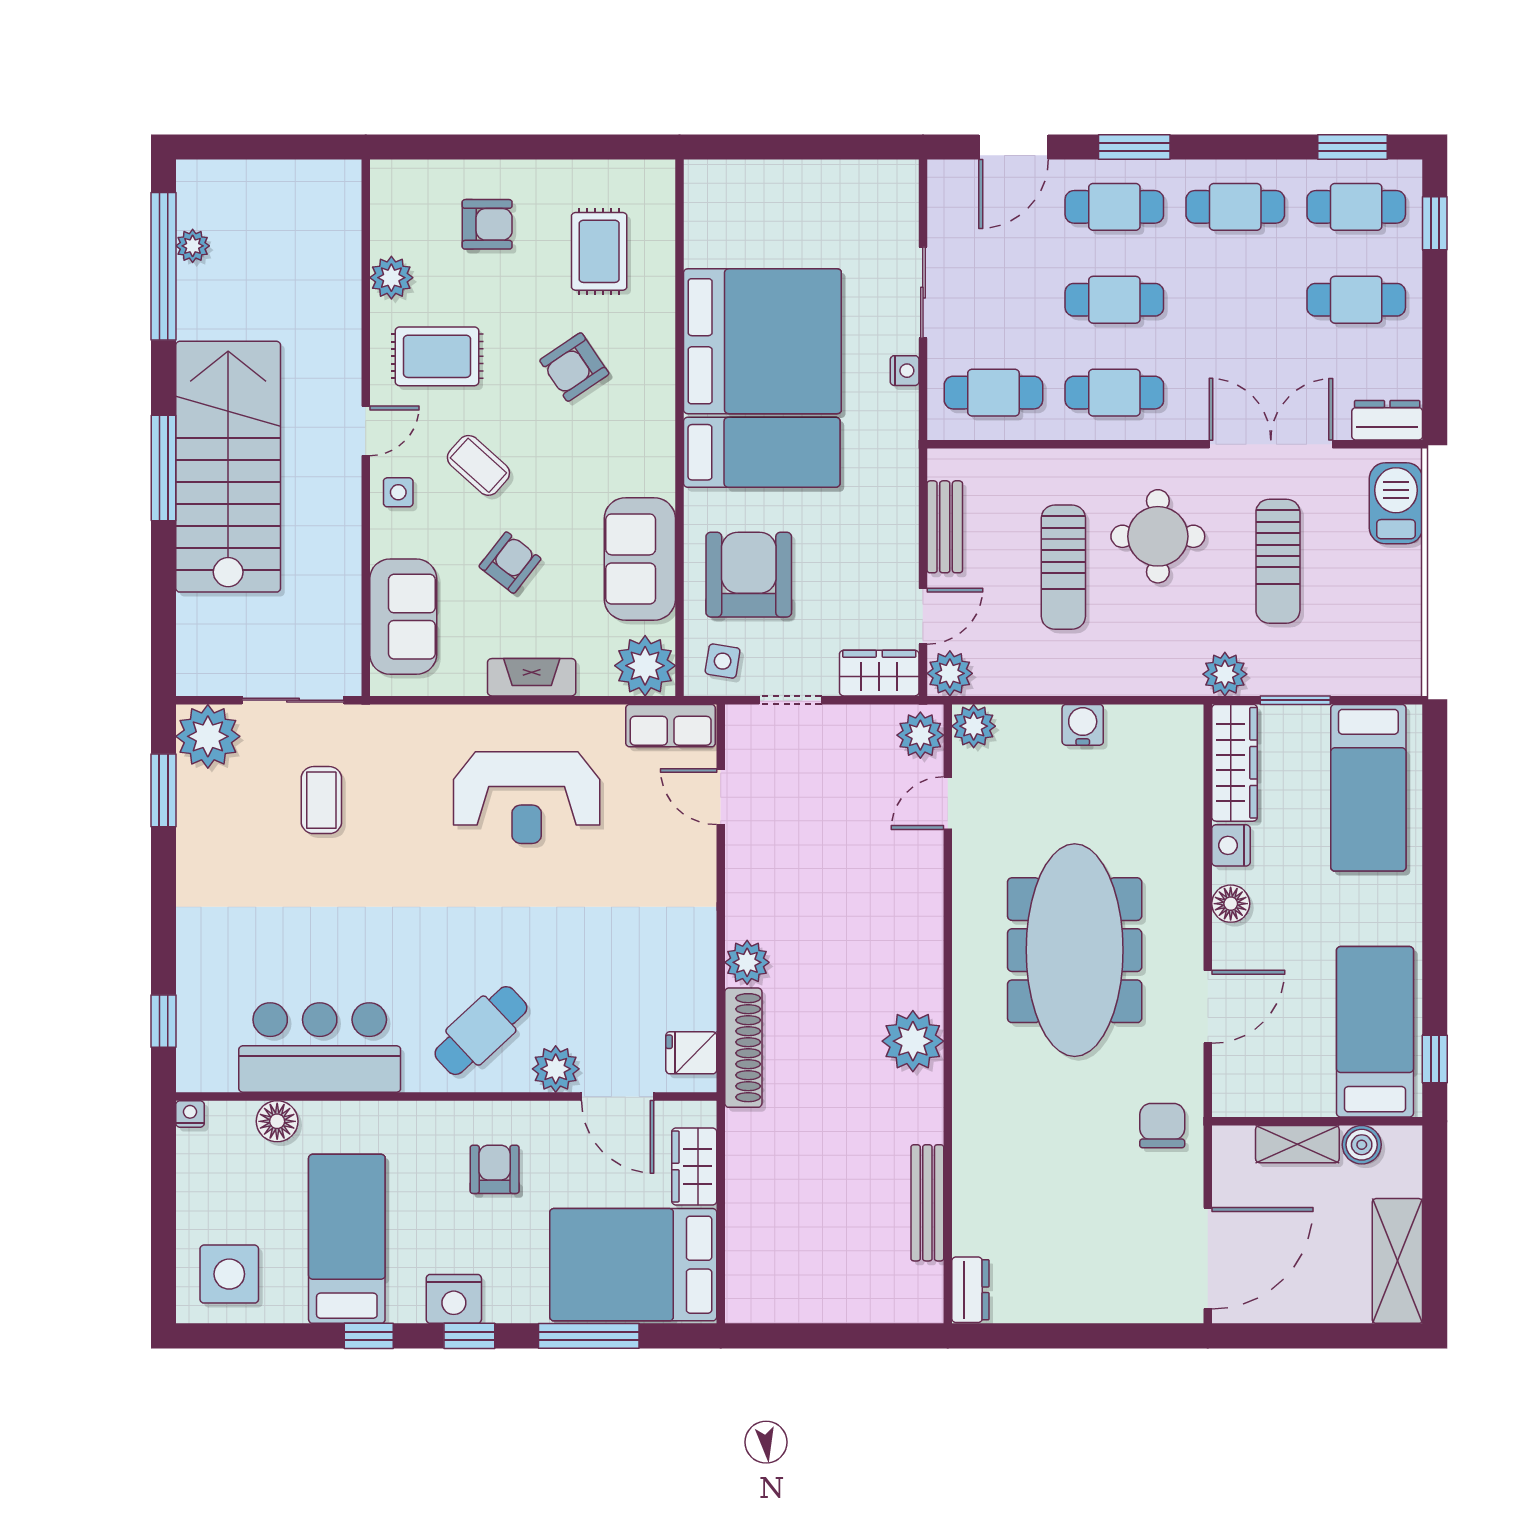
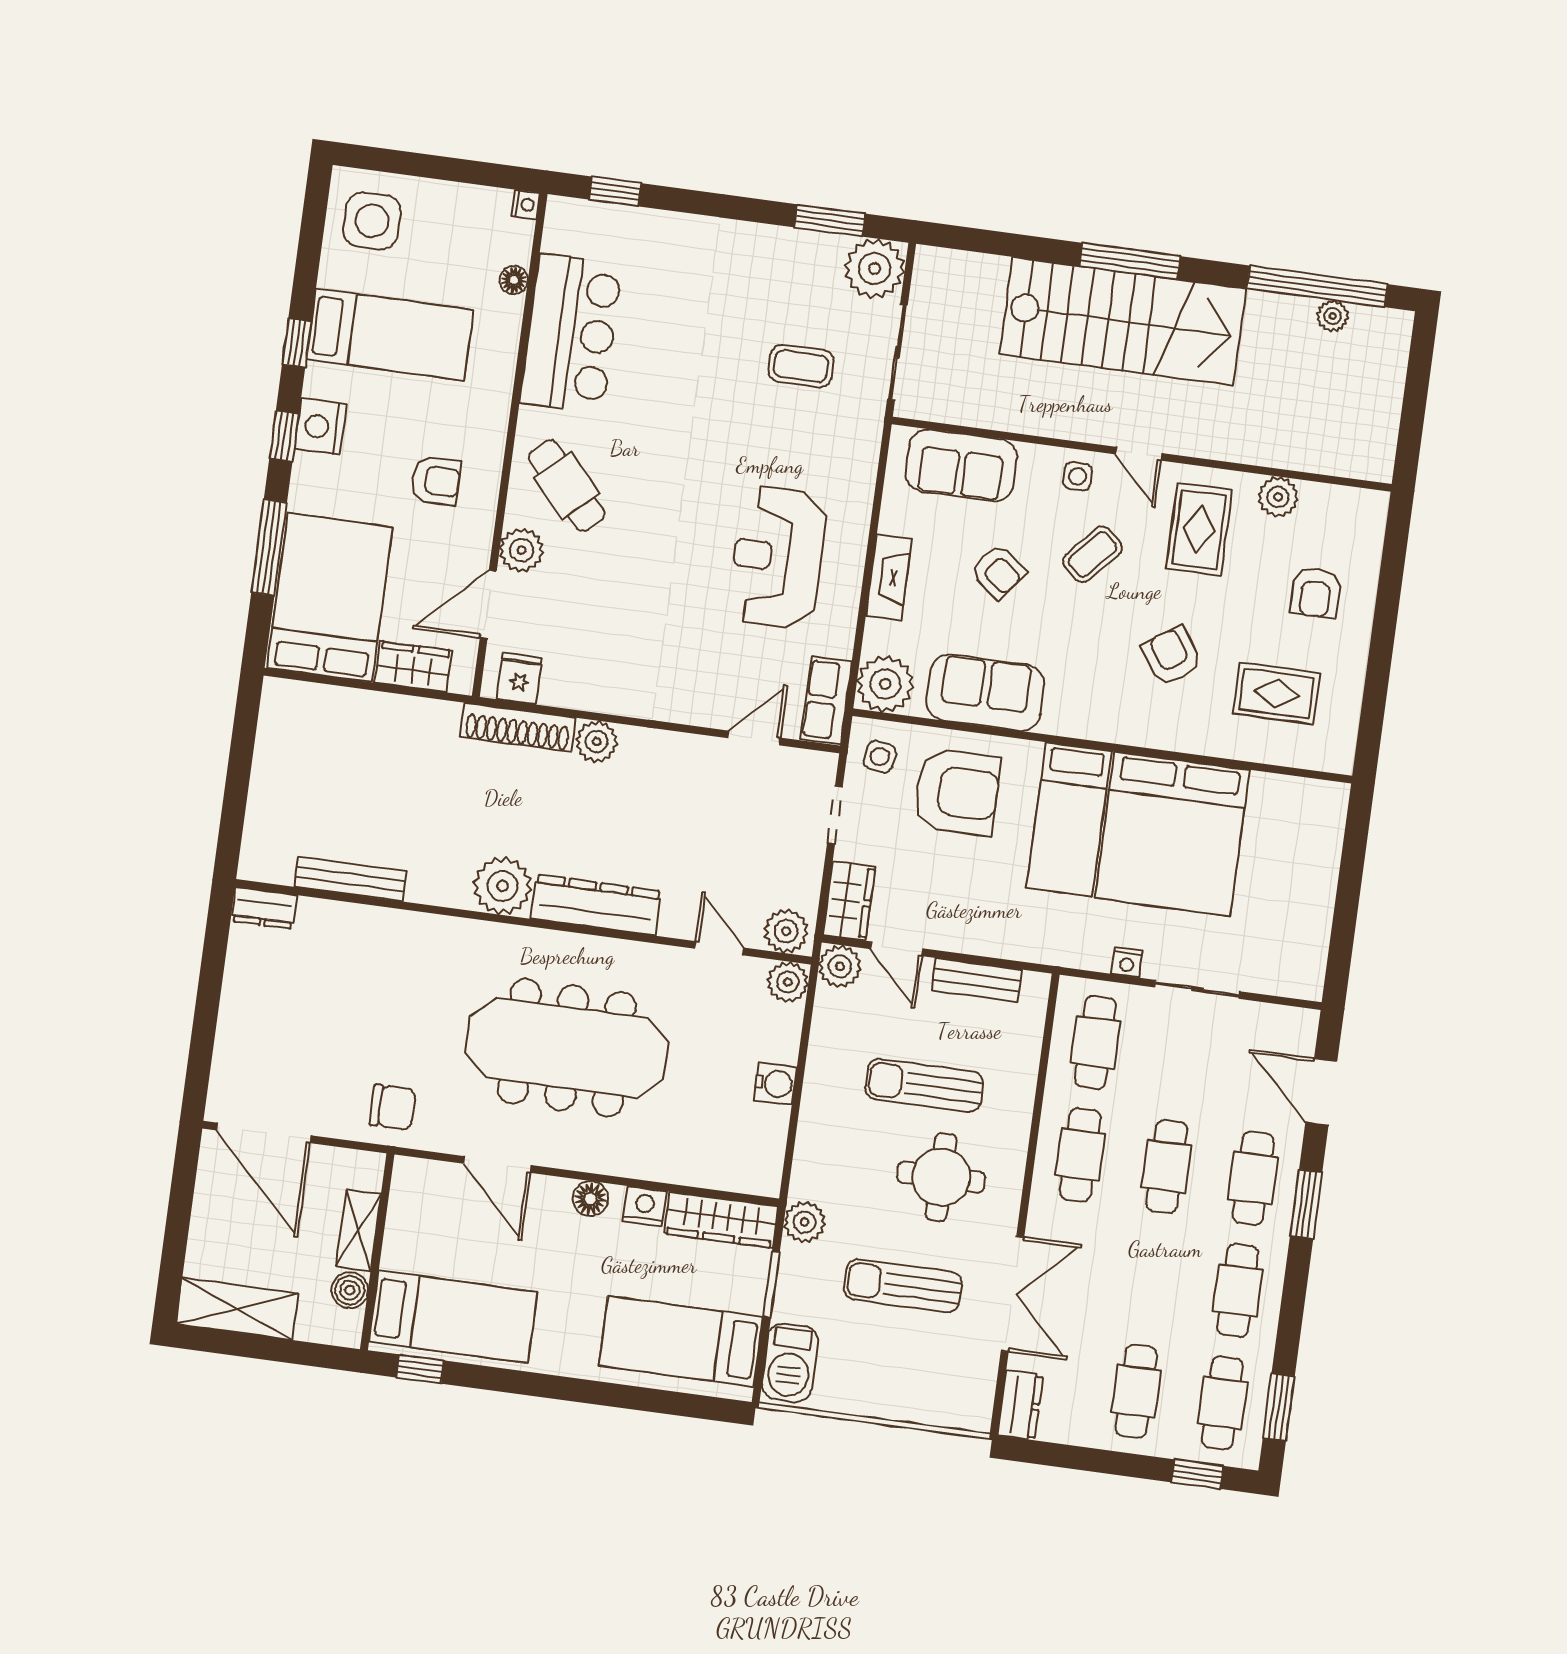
barbecue: (1396, 503) -> (790, 1363), moved, turned 90
dresser: (920, 940) -> (596, 905), added
floor lamp: (277, 1121) -> (514, 280), width x0.73, depth x0.73

